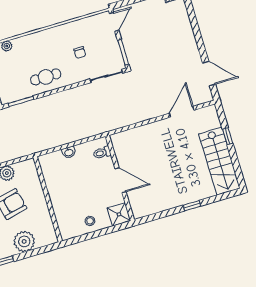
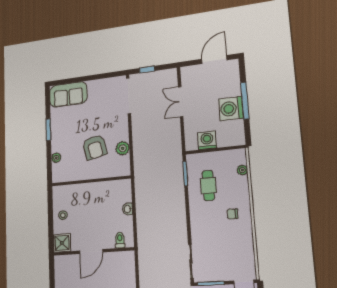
chair: (80, 53) -> (233, 214), moved
cafe table: (46, 77) -> (208, 185), moved
plant: (24, 241) -> (56, 158), width x0.53, depth x0.53

